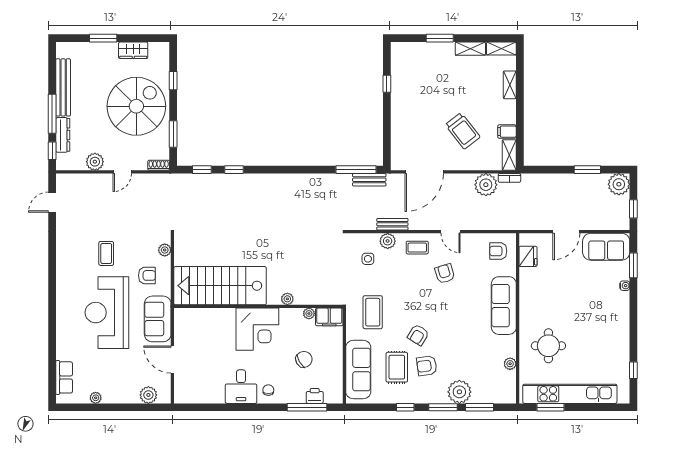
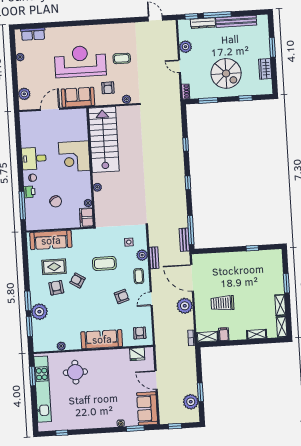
spiral stairs: (136, 106) -> (226, 73), width x0.73, depth x0.73
trolley: (463, 131) -> (222, 303), turned 38
window: (202, 170) -> (188, 183), moved
plant: (619, 184) -> (191, 402), moved
plant: (486, 185) -> (185, 306), moved
coffee table: (373, 312) -> (104, 263), moved
corner desk: (257, 329) -> (74, 156), moved
printer: (315, 396) -> (29, 192), moved
window: (405, 407) -> (26, 274), removed

